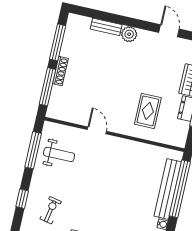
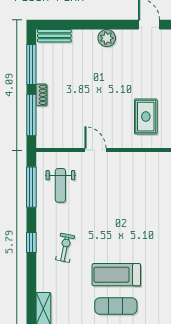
bench: (106, 27) -> (54, 36), moved
shoe rack: (60, 71) -> (41, 95), width x0.70
weight bench: (59, 154) -> (60, 185), turned 90

